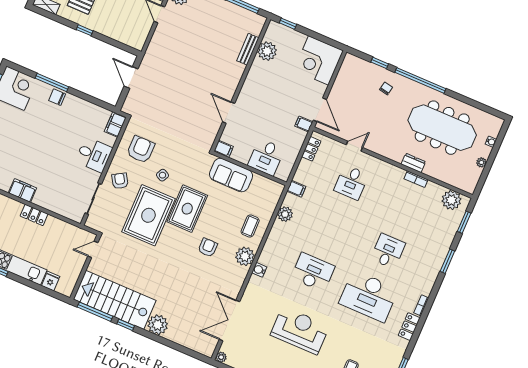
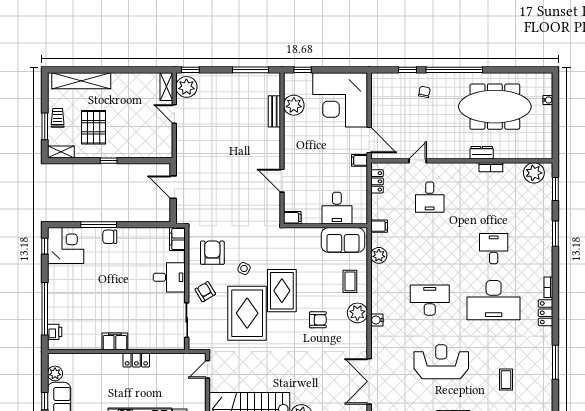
corner desk: (319, 60) -> (340, 100), width x1.36, depth x1.36
plant: (481, 162) -> (547, 124), removed
sofa: (231, 175) -> (343, 240), moved
armchair: (208, 248) -> (318, 320), turned 90

